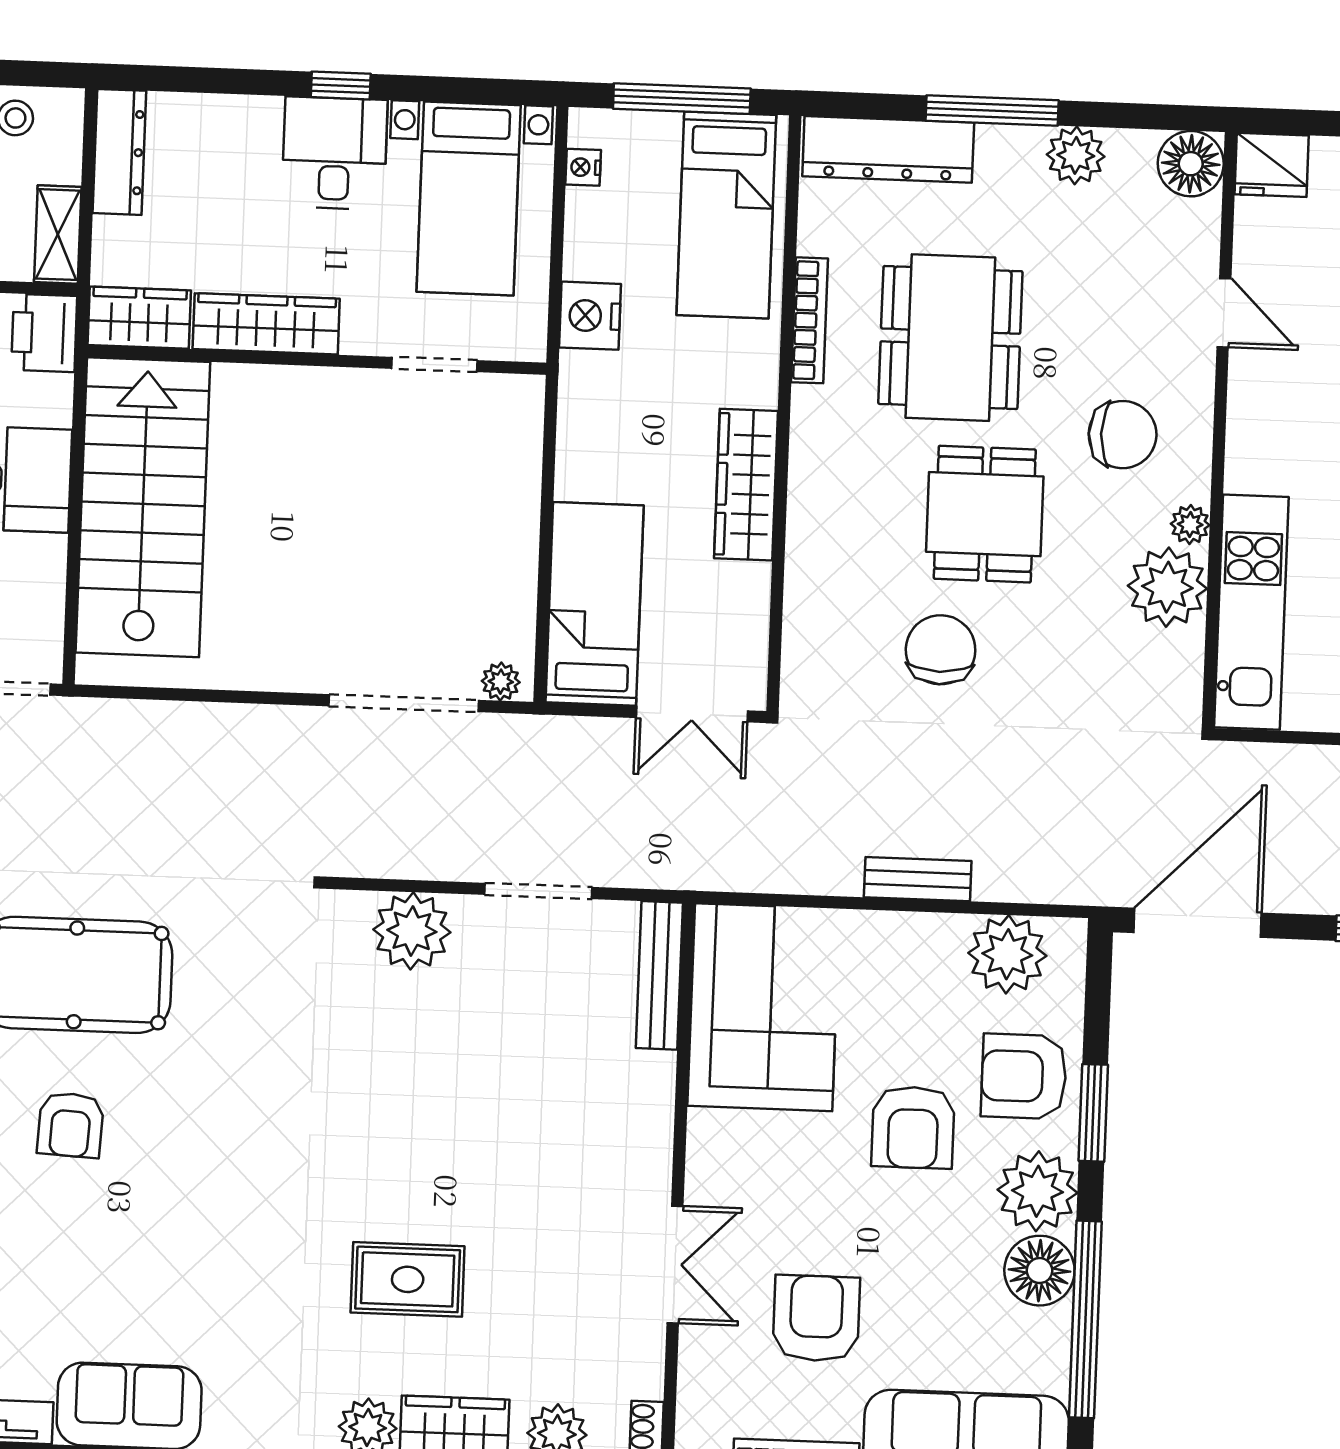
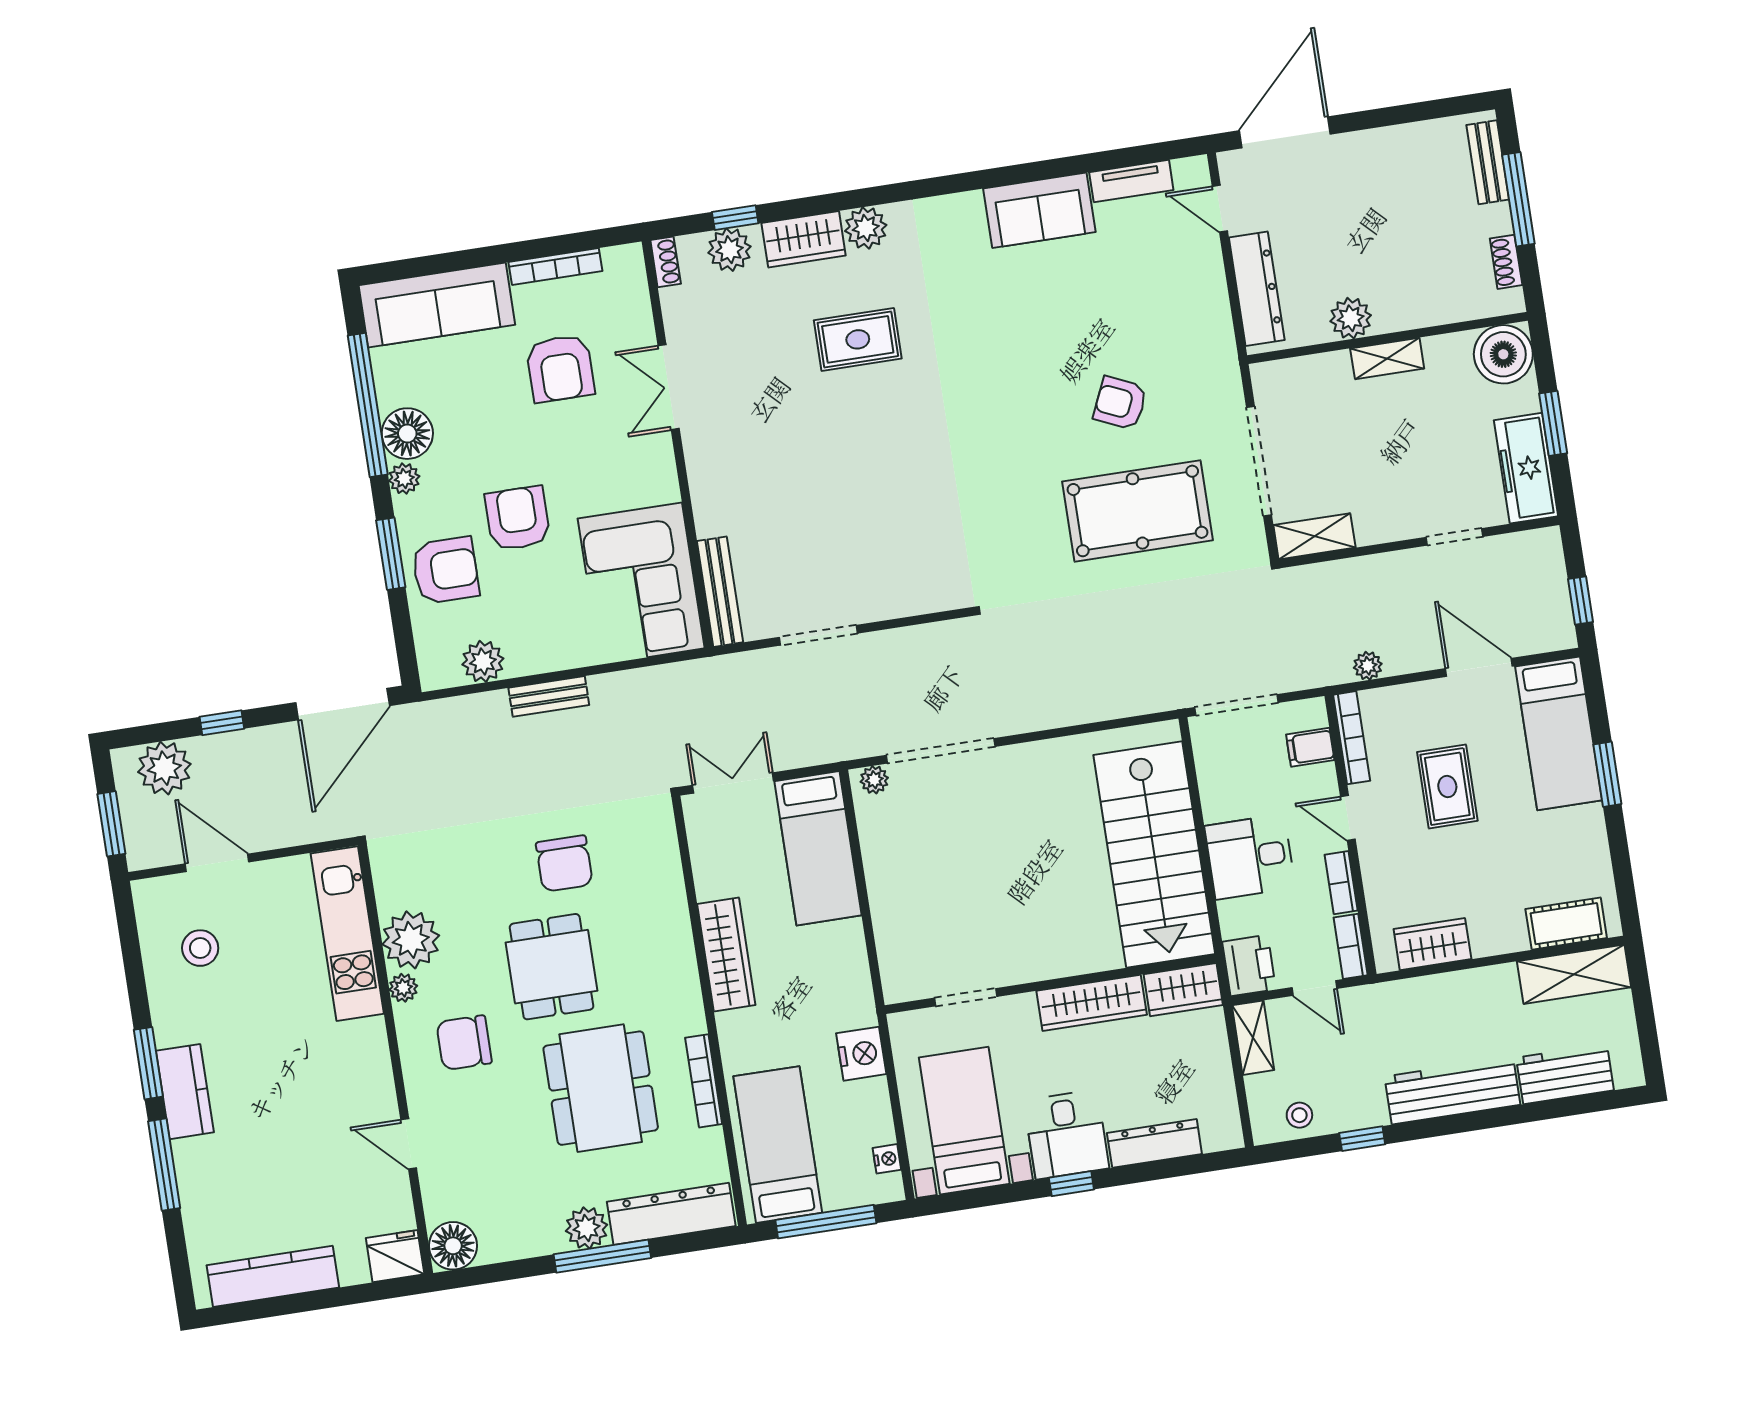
dresser: (119, 152) -> (1154, 1143), moved, turned 90
plant: (1076, 155) -> (587, 1228), moved
plant: (412, 931) -> (903, 589), removed
plant: (1007, 954) -> (483, 661), width x0.73, depth x0.73
armchair: (70, 1125) -> (1120, 403), turned -69
plant: (1037, 1191) -> (404, 479), width x0.53, depth x0.53

